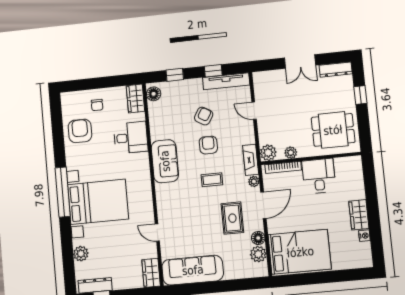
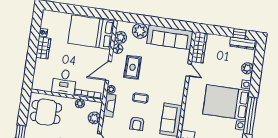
plant: (268, 153) -> (94, 118), moved
plant: (234, 269) -> (140, 31), added
wardrobe: (151, 273) -> (199, 47), width x1.50

